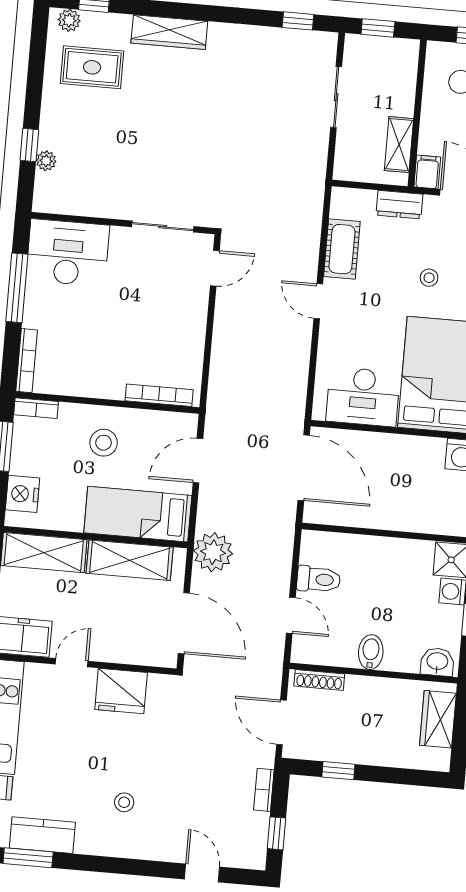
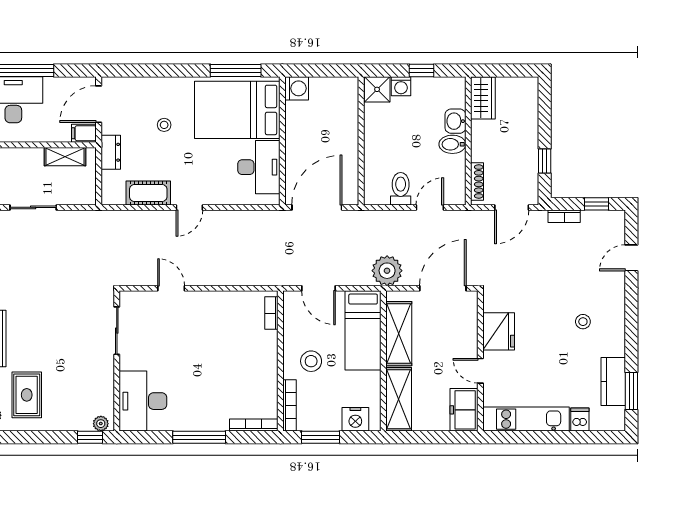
wall: (123, 223) -> (117, 361), moved
sliding door: (163, 227) -> (117, 331), moved
desk: (68, 253) -> (143, 401), moved
bookcase: (159, 395) -> (271, 313), width x0.64
bookcase: (36, 408) -> (289, 405), width x1.56
washbasin: (437, 662) -> (455, 121), moved
wardrobe: (438, 719) -> (483, 98), moved, turned -90

